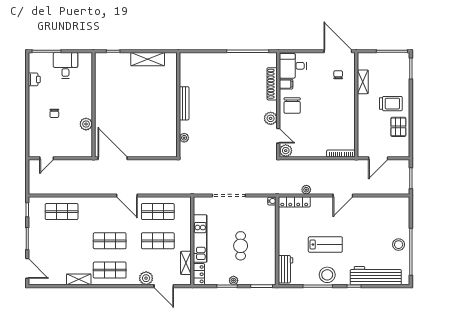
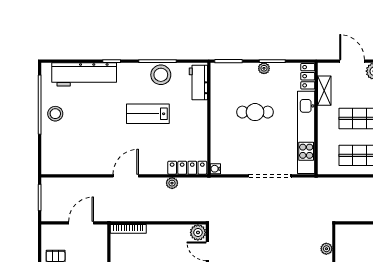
kitchen unit: (200, 239) -> (306, 132), width x1.36
cafe table: (241, 246) -> (255, 112), turned 90
stool: (327, 275) -> (161, 75), moved

